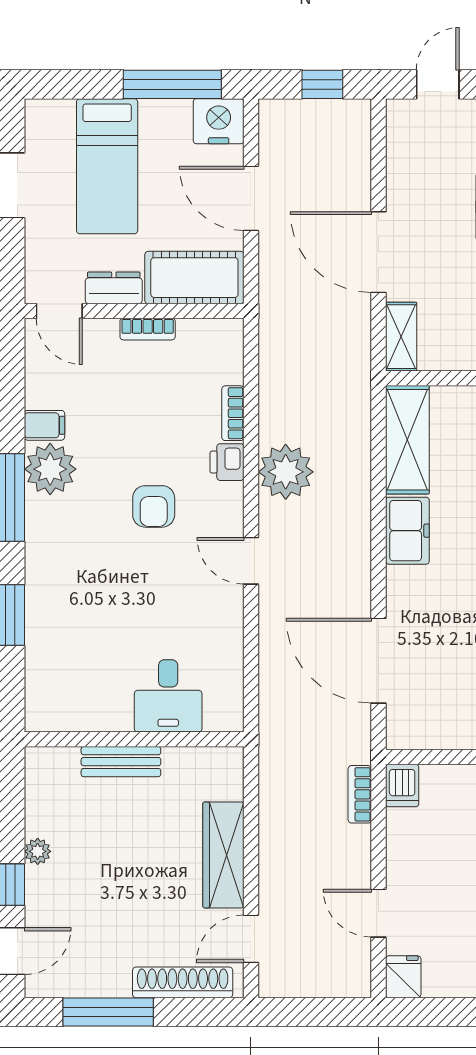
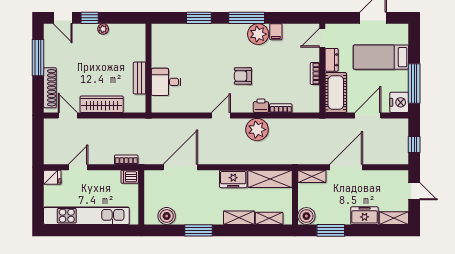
bench: (121, 762) -> (140, 78), moved

